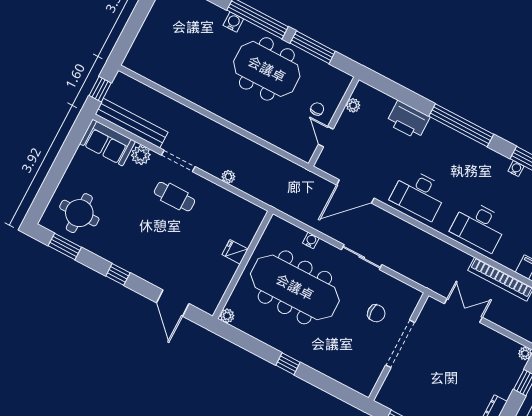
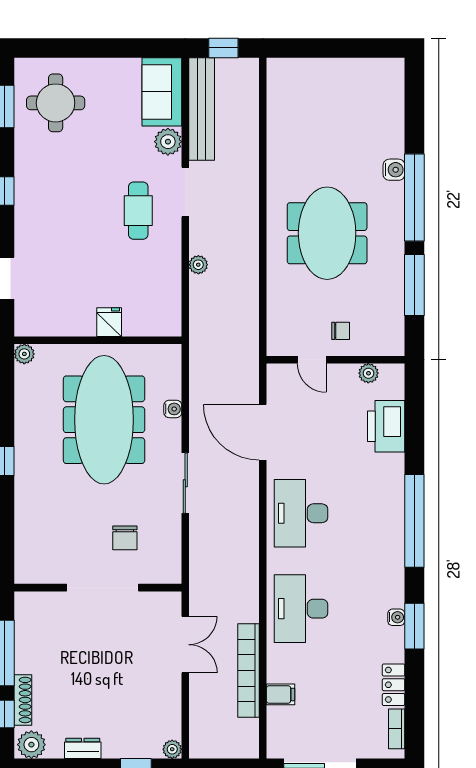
meeting table: (267, 69) -> (327, 233), moved
printer: (408, 120) -> (386, 426), moved
door: (326, 137) -> (312, 360), swing flipped

